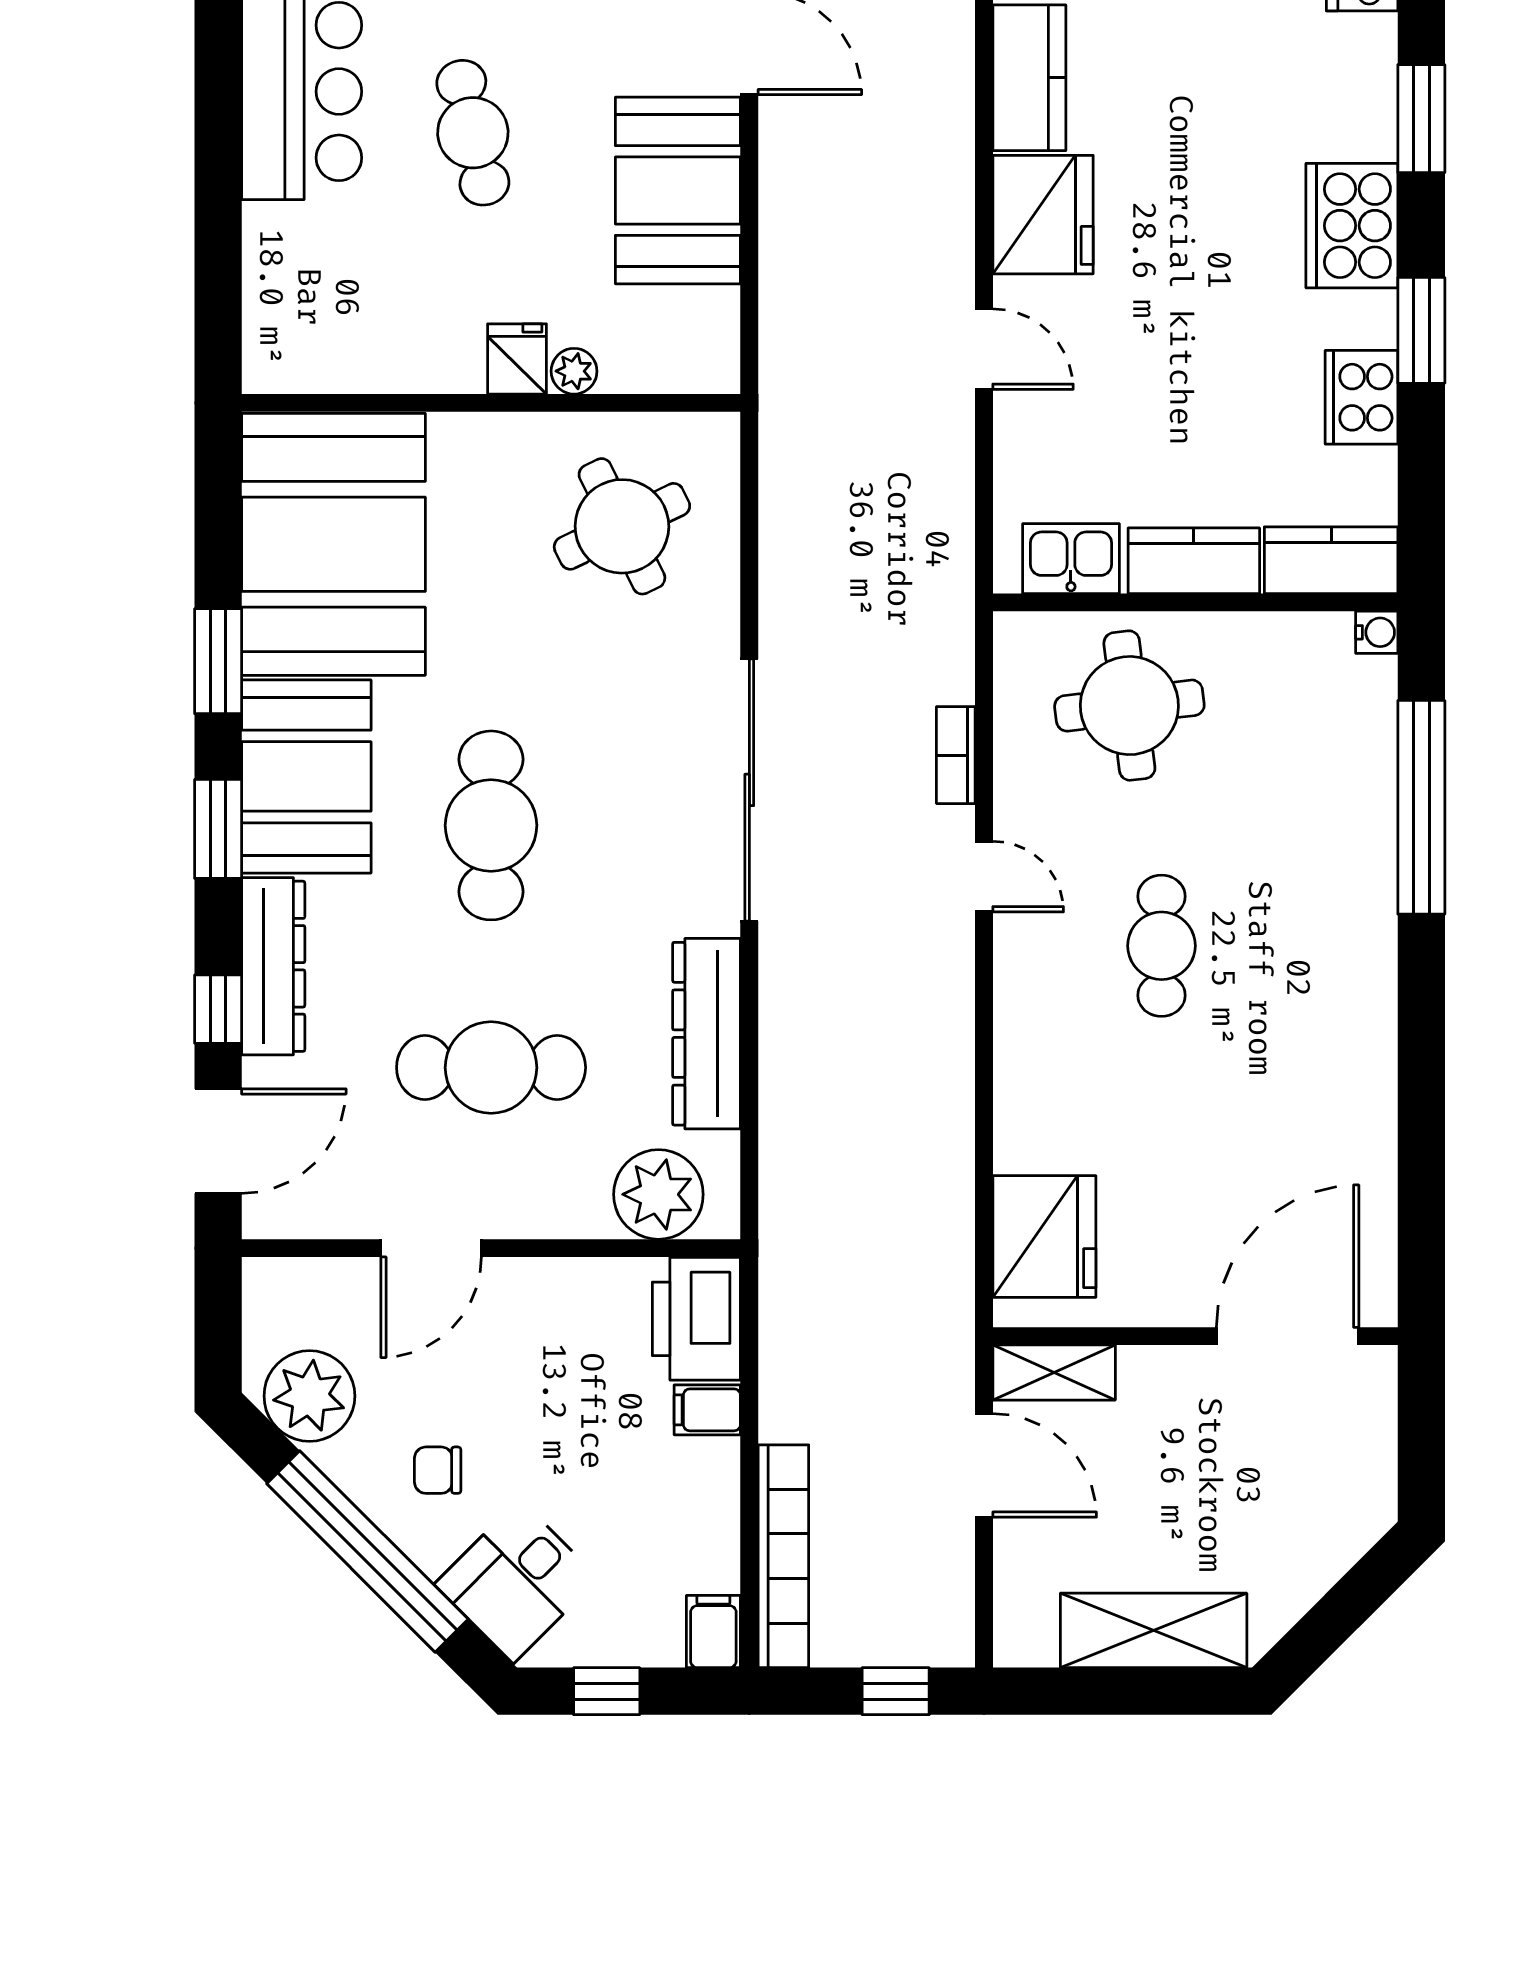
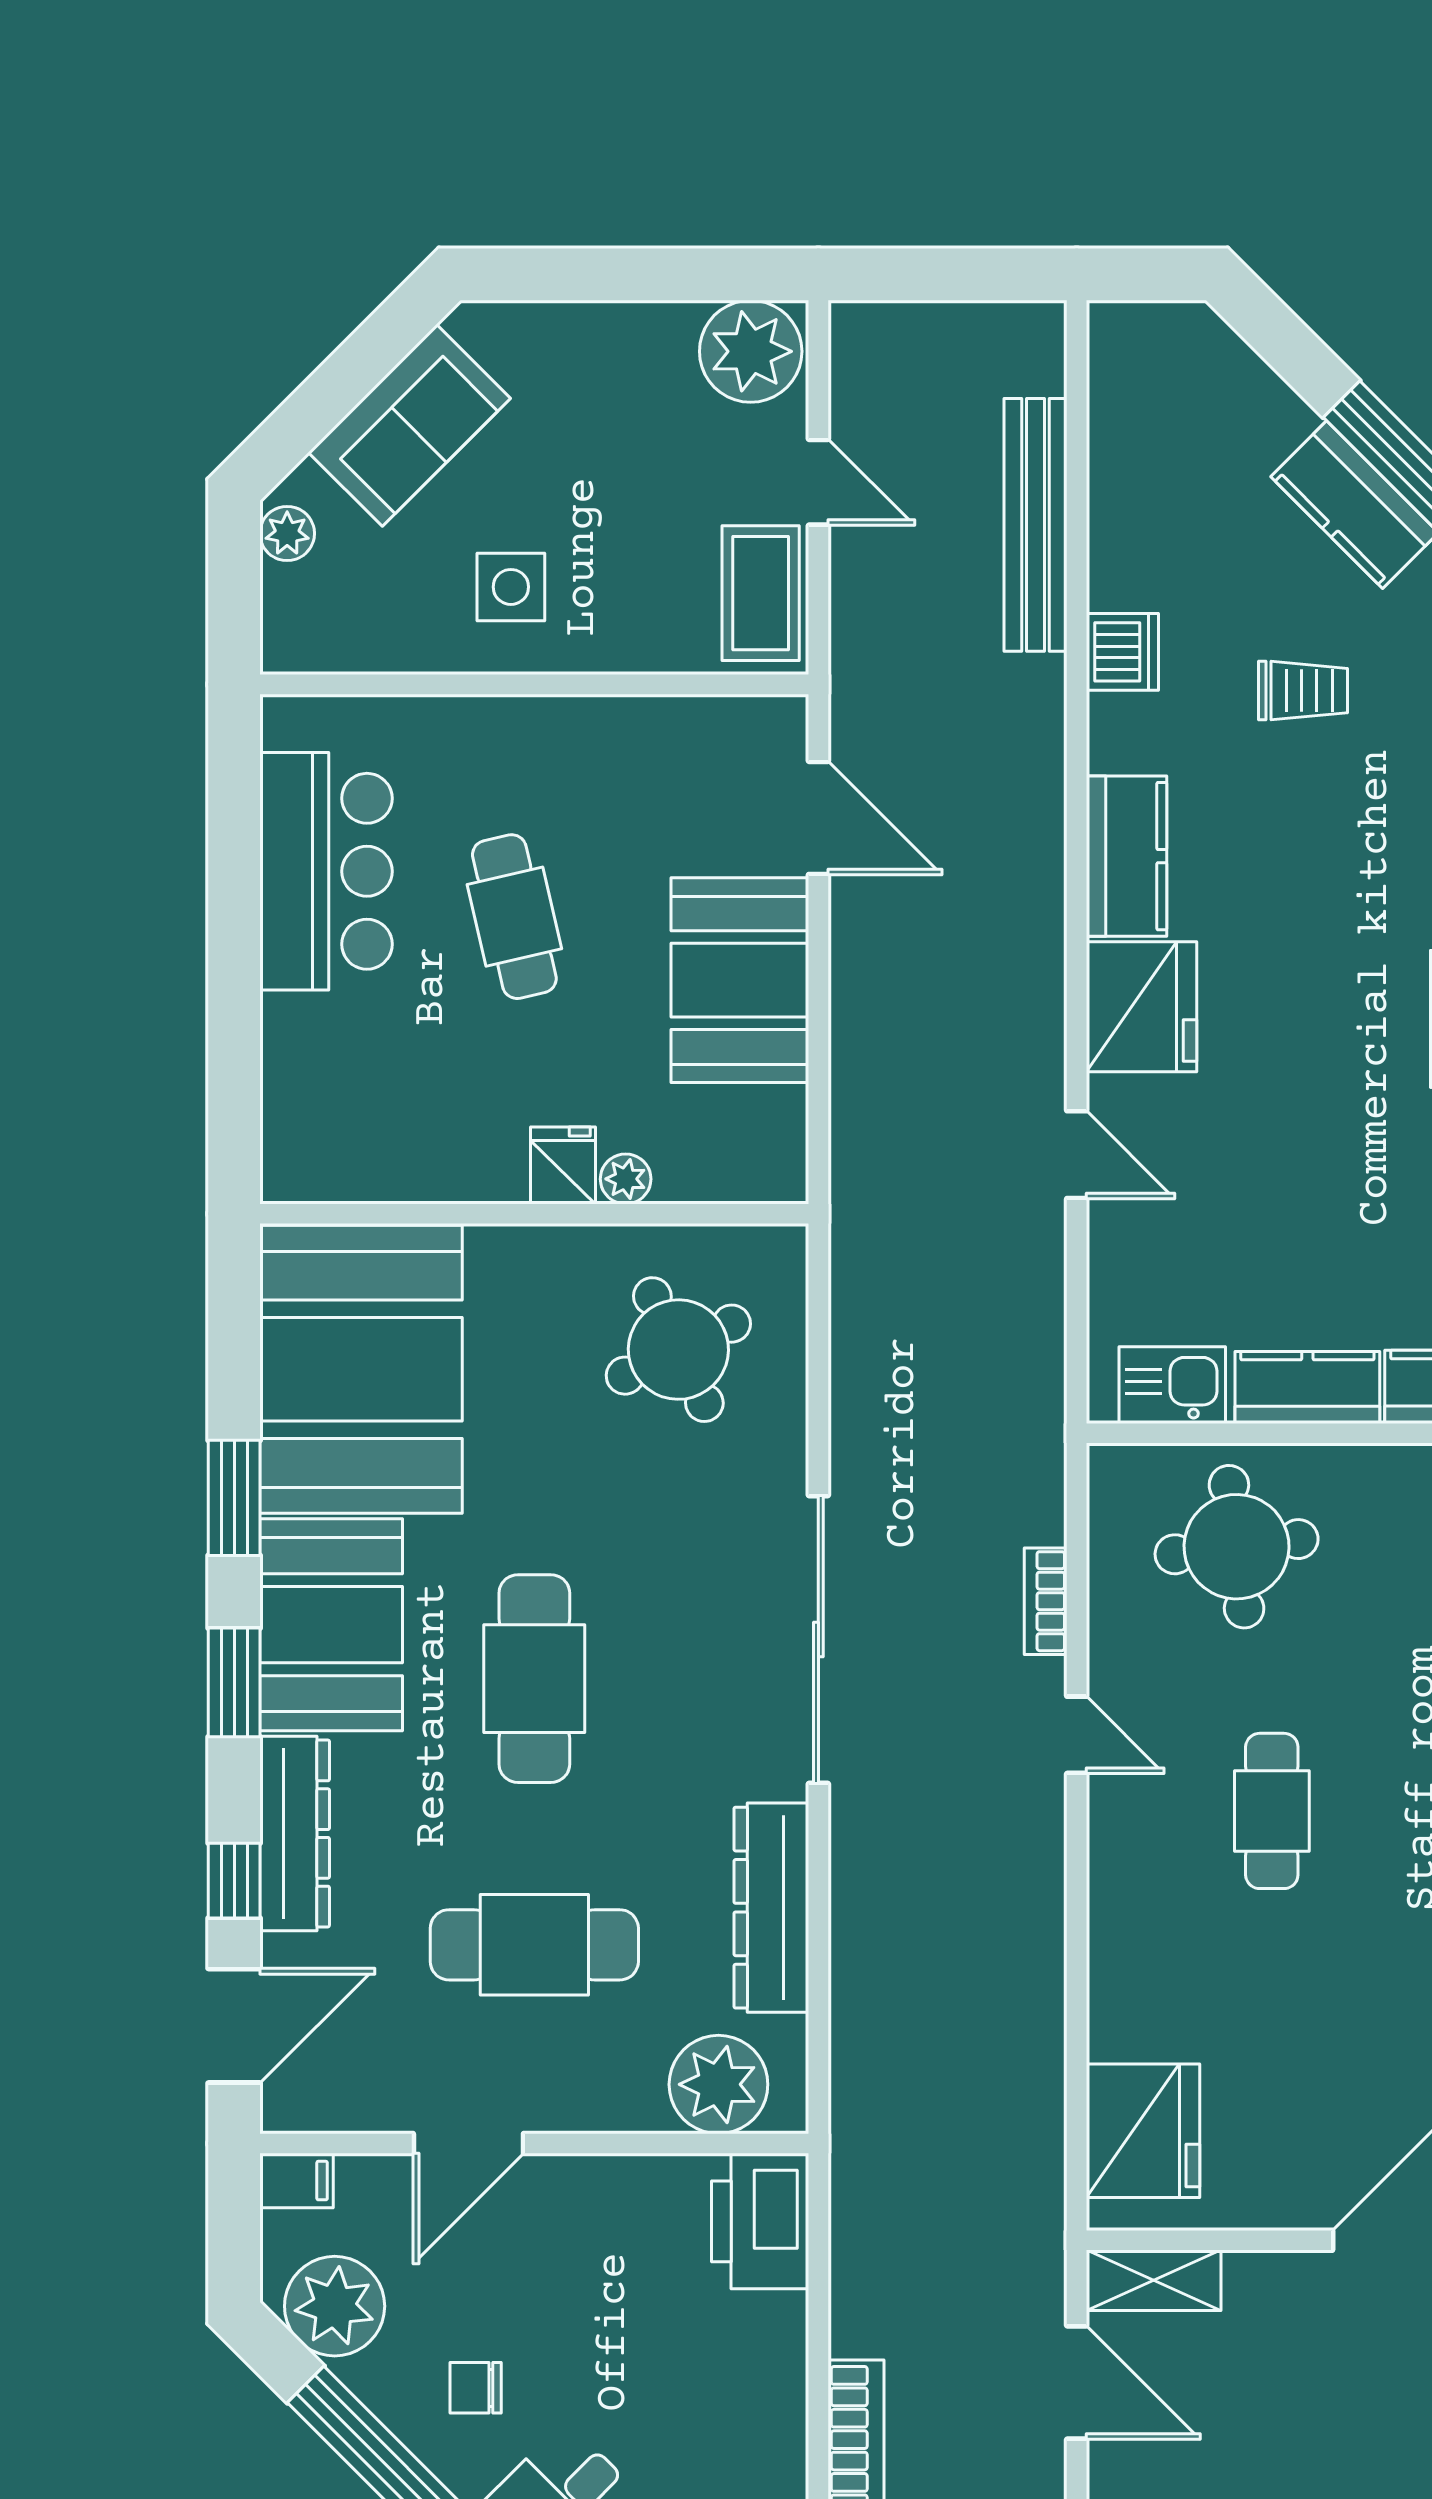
filing cabinet: (707, 1410) -> (296, 2181), moved, turned 180

